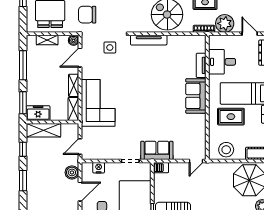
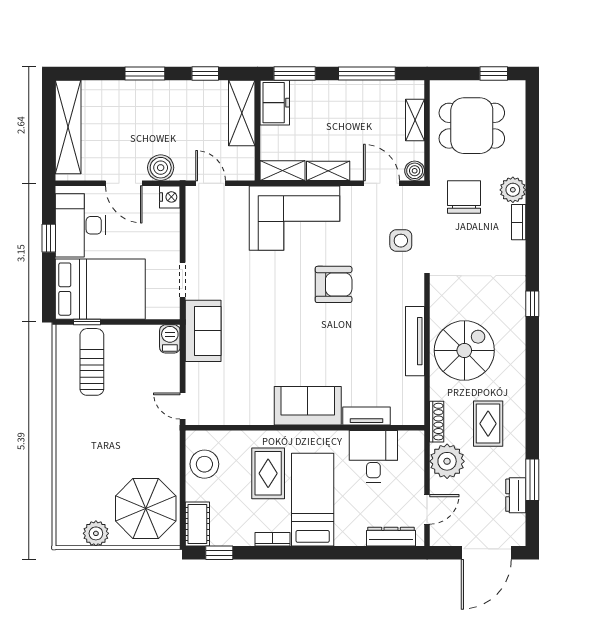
tv unit: (149, 40) -> (415, 341), moved
armchair: (133, 83) -> (334, 284), added
nightstand: (99, 168) -> (170, 197), moved

